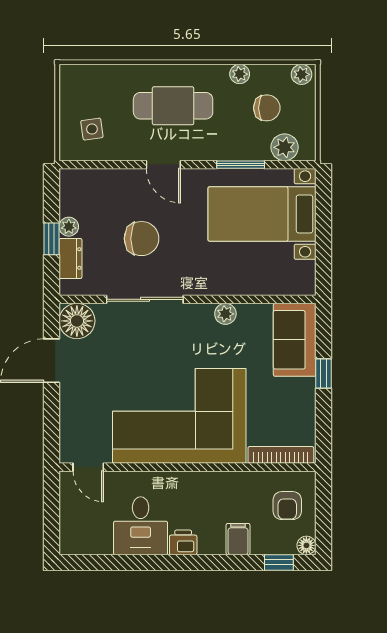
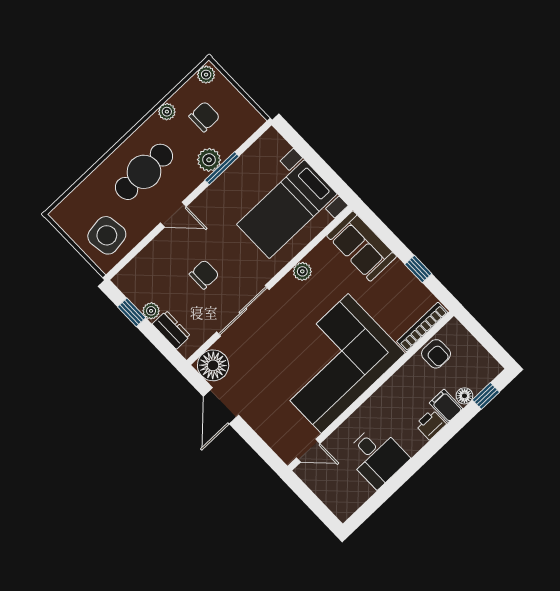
side table: (92, 129) -> (107, 235), width x1.87, depth x1.87
plant: (285, 147) -> (209, 160), moved
bed with nightstands: (262, 214) -> (287, 209), moved
window: (51, 239) -> (132, 312), moved
chair: (142, 239) -> (204, 274), width x0.73, depth x0.73
window: (323, 374) -> (418, 269), moved
armchair: (287, 506) -> (436, 354), moved
printer: (183, 542) -> (431, 424), moved
floor lamp: (306, 545) -> (464, 396), moved

